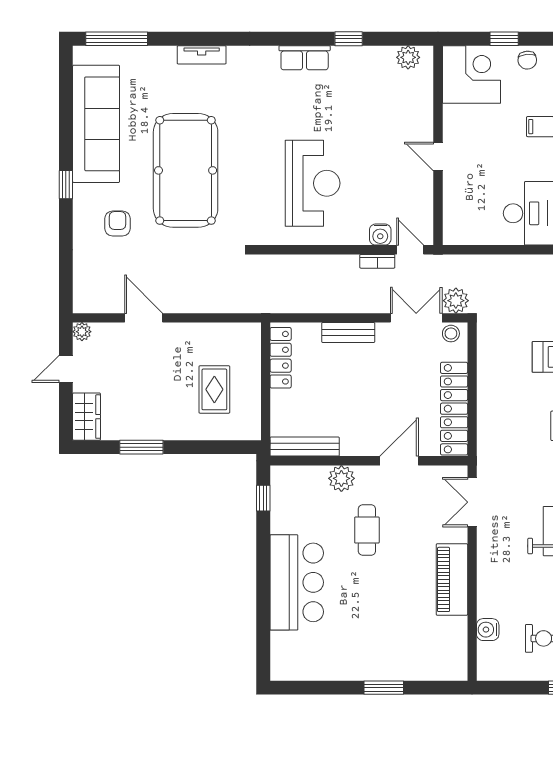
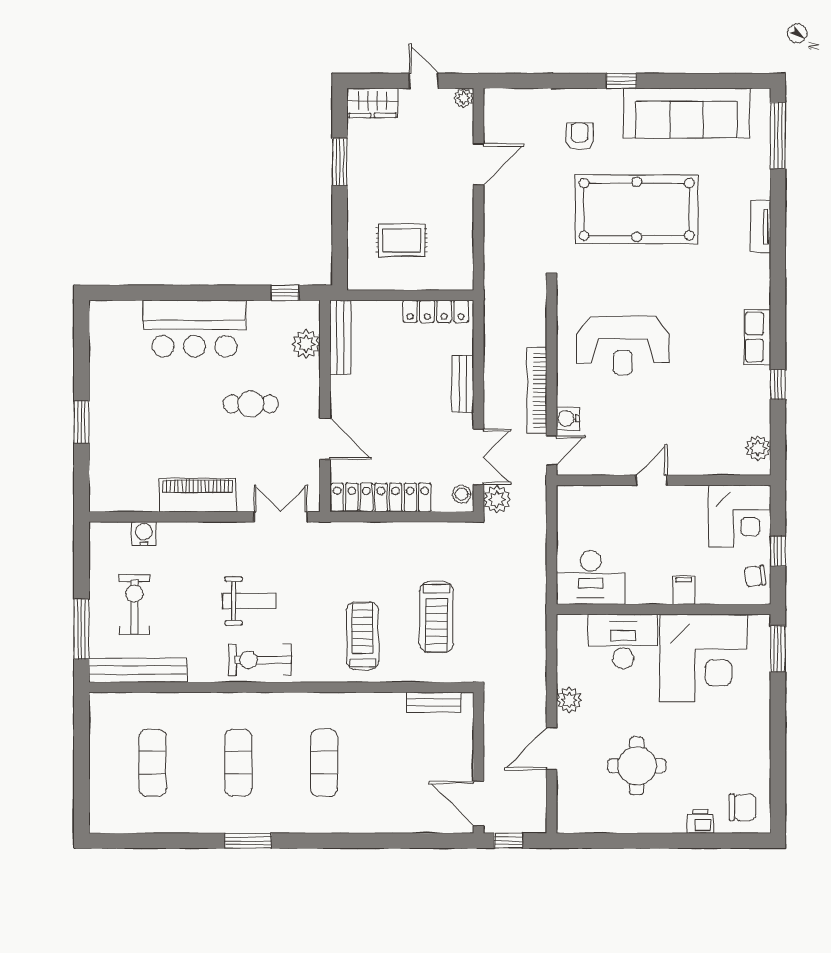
armchair: (117, 224) -> (580, 136), turned -90
bookcase: (377, 261) -> (537, 391), width x2.31, depth x1.31
plant: (341, 478) -> (306, 344), moved

